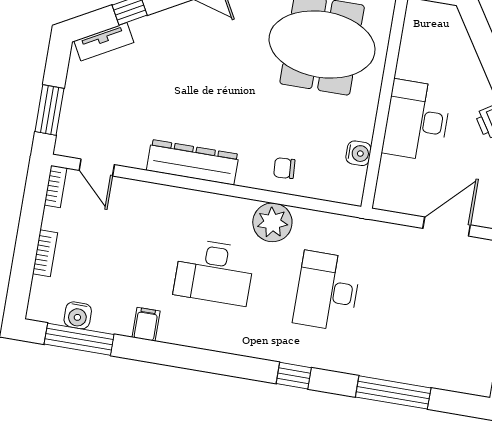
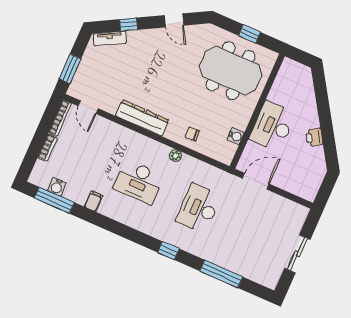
bookcase: (56, 186) -> (60, 118), width x1.56
plant: (272, 222) -> (175, 156), width x0.53, depth x0.53
door: (447, 227) -> (256, 181), moved

